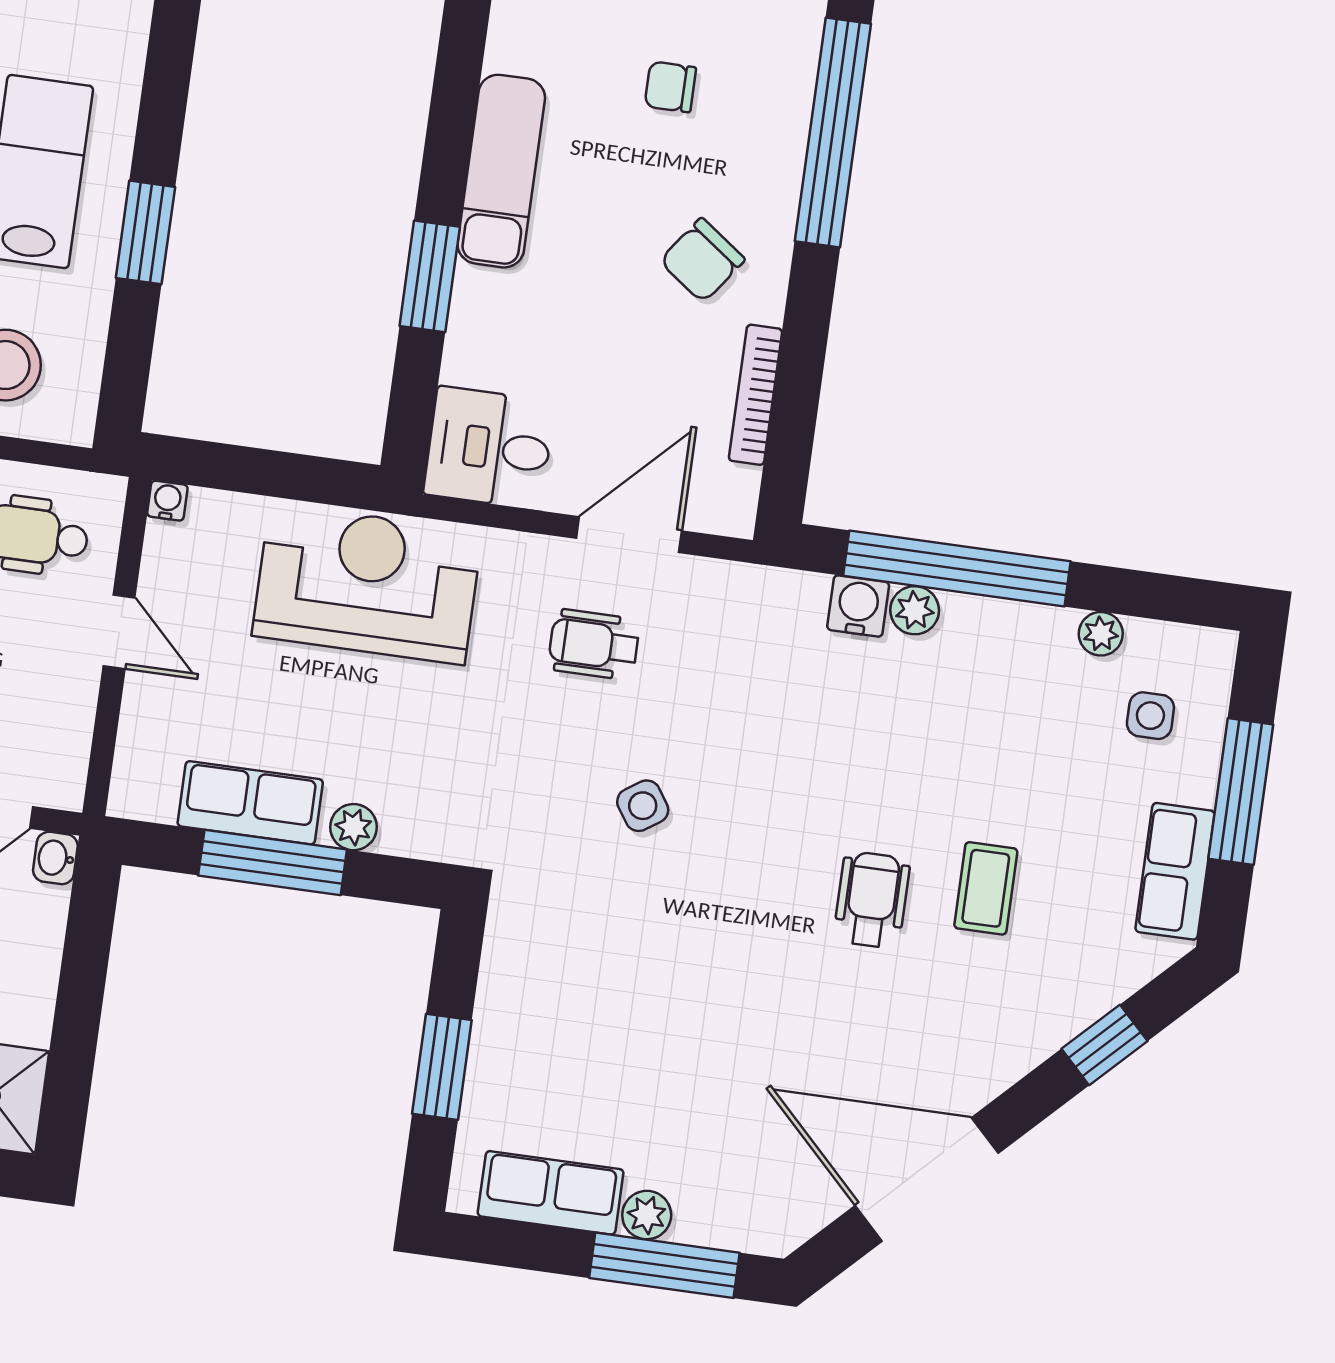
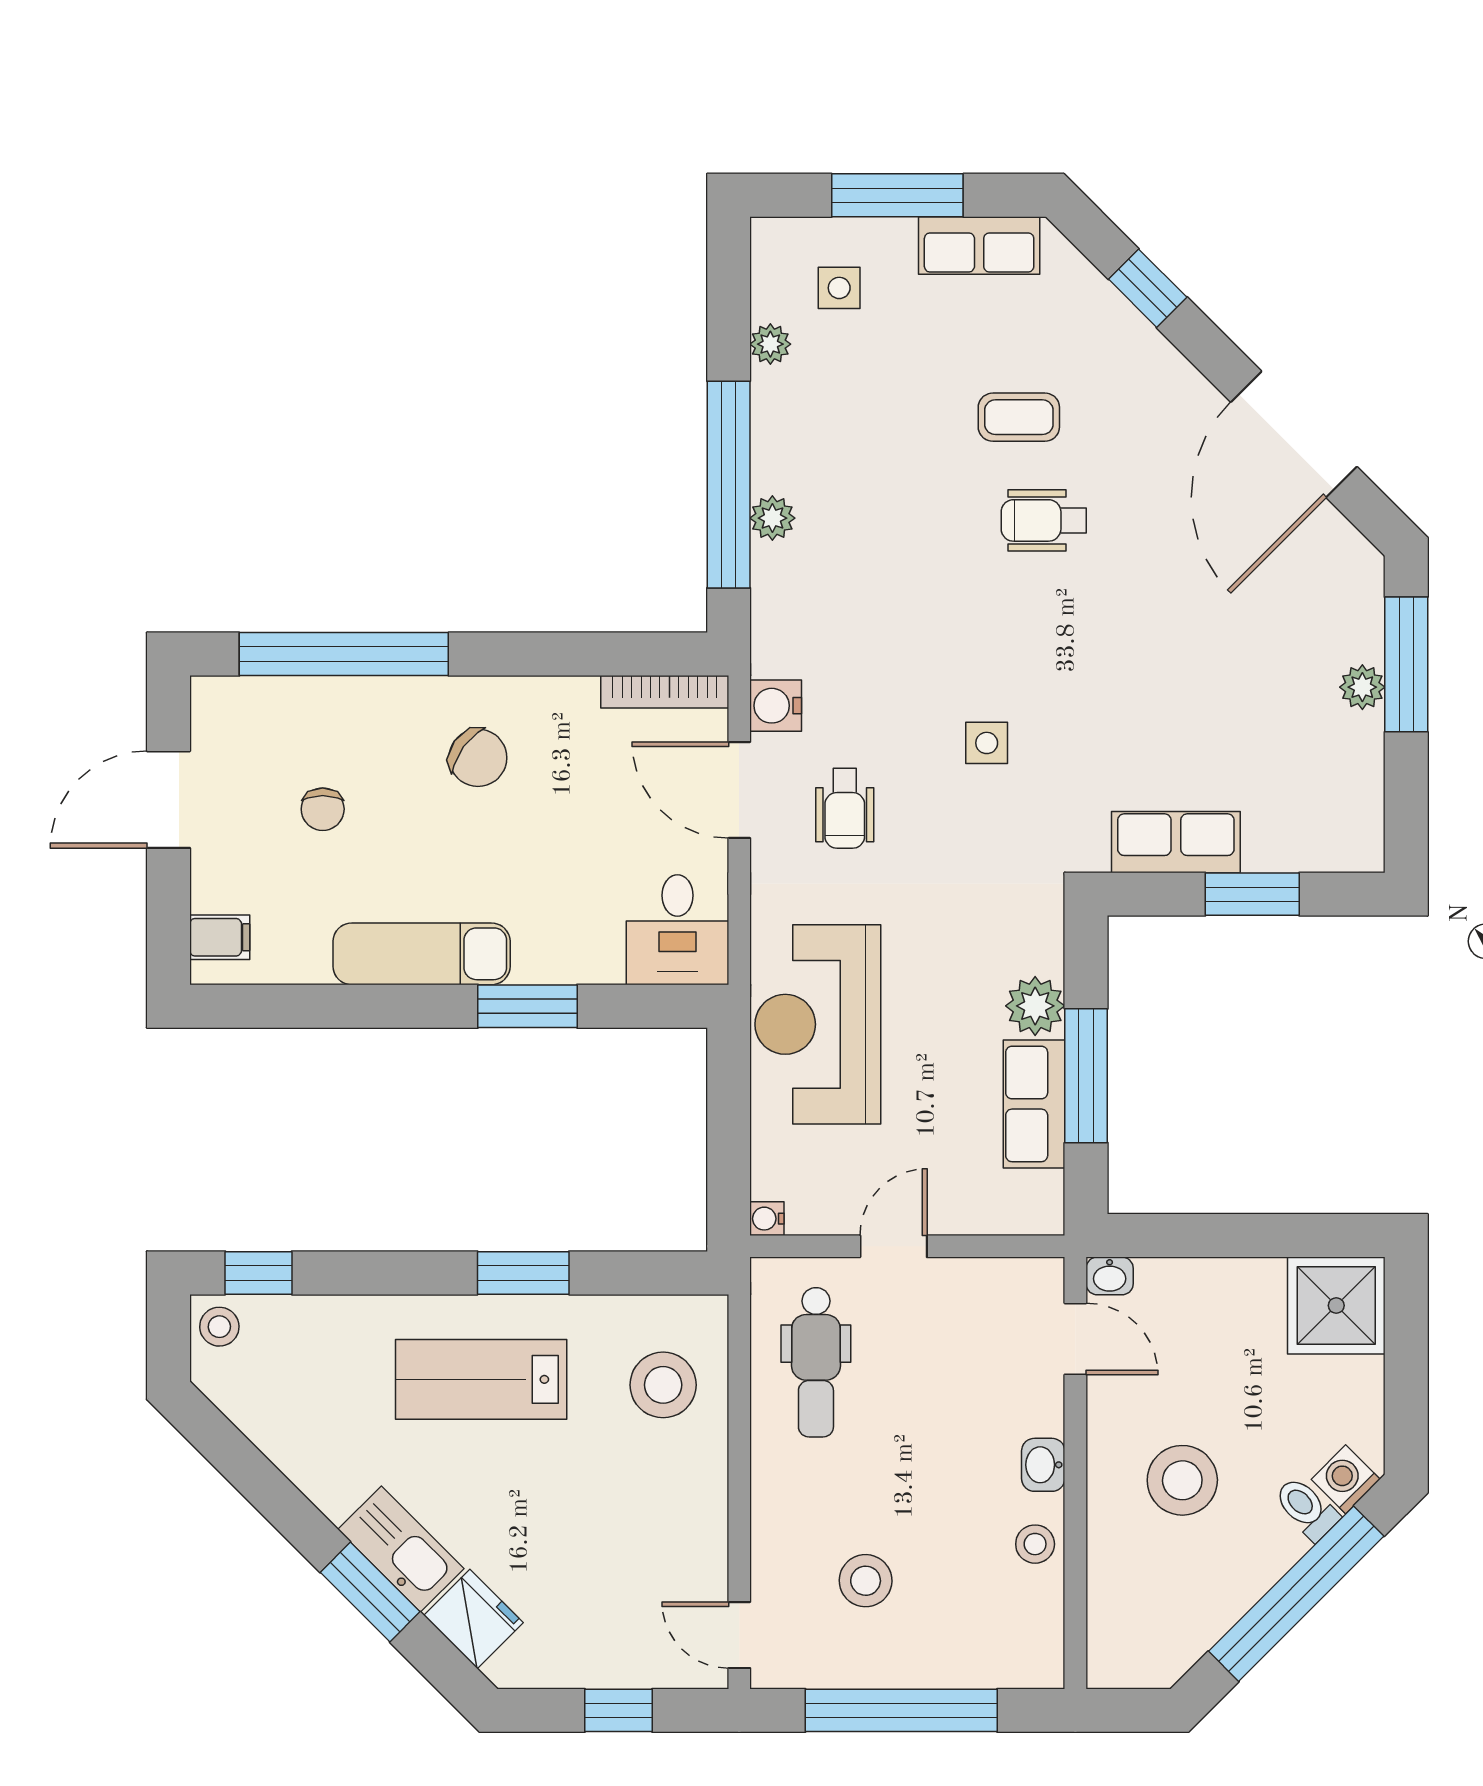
bookcase: (755, 395) -> (665, 692), moved
water cooler: (858, 606) -> (776, 706), moved
side table: (643, 806) -> (987, 743), turned 34
plant: (353, 827) -> (1035, 1006), width x1.38, depth x1.38
row of seats: (551, 1193) -> (1176, 842), moved, turned 90

